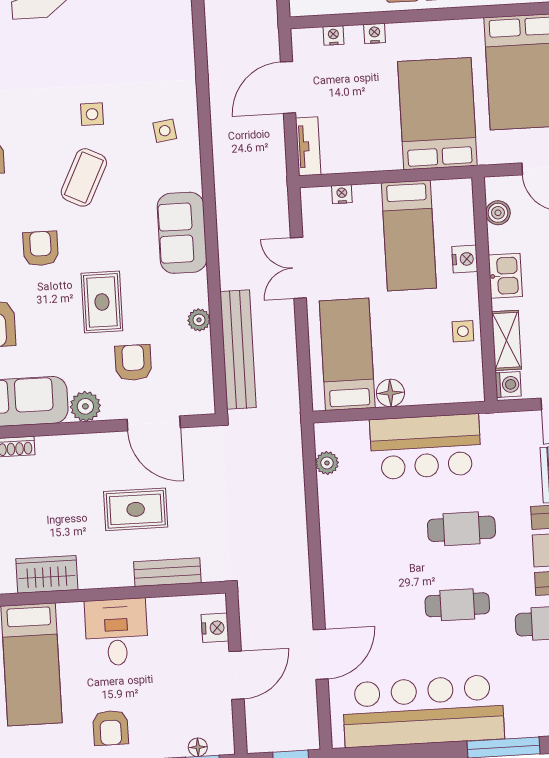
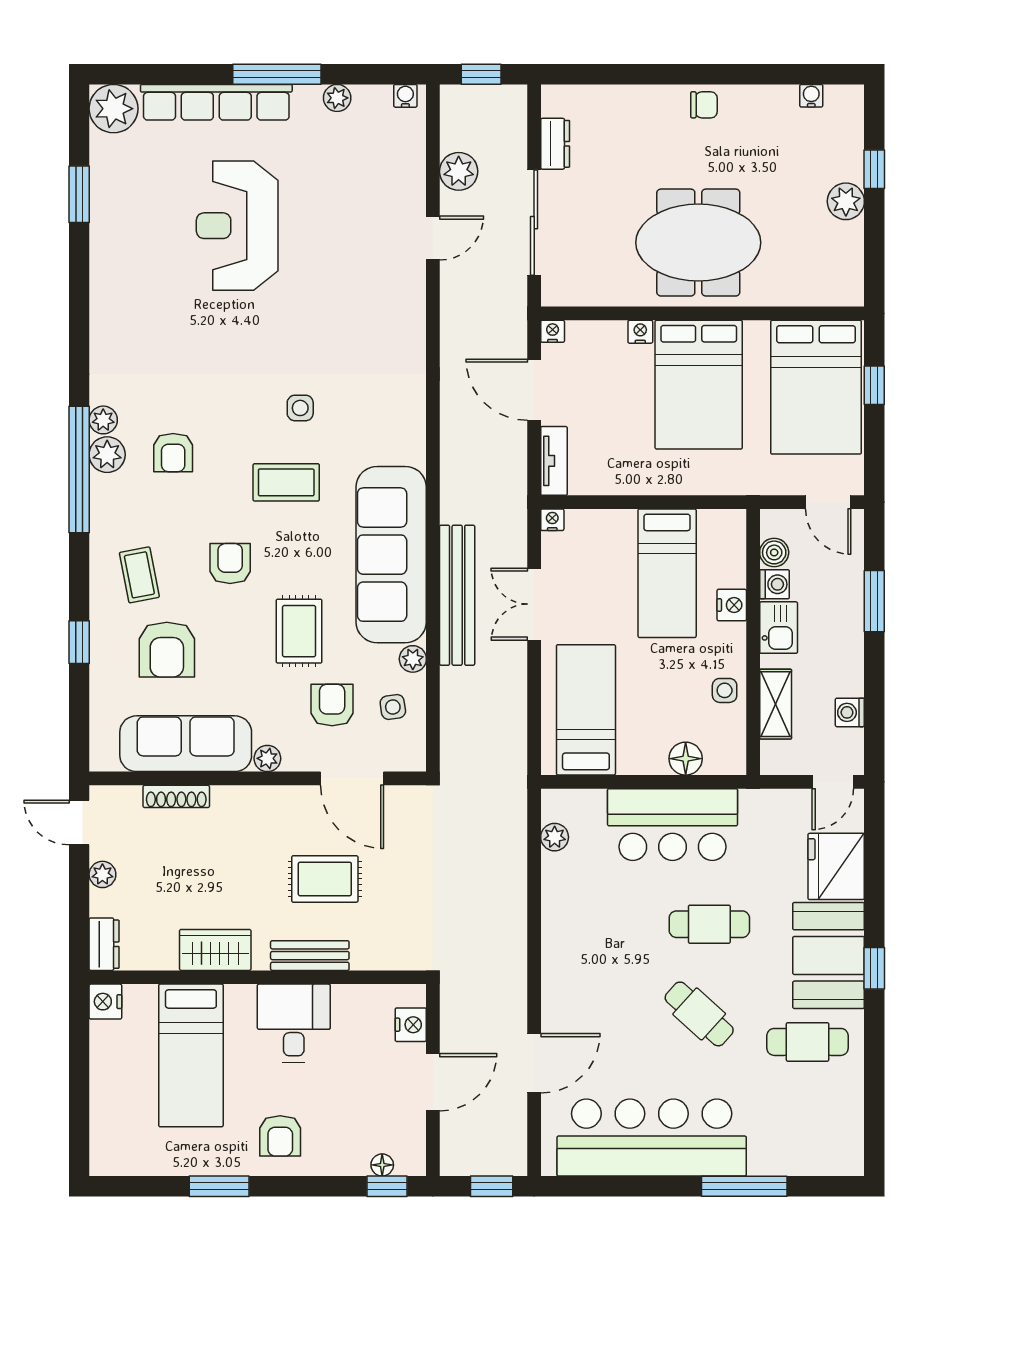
nightstand: (333, 35) -> (553, 331), moved
door: (288, 87) -> (534, 390), hinge flipped
bed: (437, 114) -> (699, 385), moved, turned 180
side table: (165, 131) -> (393, 707), moved
coffee table: (84, 177) -> (286, 482), turned 64
nightstand: (342, 194) -> (552, 520), moved
sofa: (182, 233) -> (391, 555), width x1.85, depth x1.27
bench: (238, 350) -> (457, 595), moved
washing machine: (508, 385) -> (774, 584), moved
floor lamp: (390, 393) -> (686, 759), moved
plant: (85, 406) -> (267, 758), width x0.73, depth x0.73
bench: (167, 572) -> (310, 956), moved
cafe table: (457, 605) -> (699, 1014), turned 42

